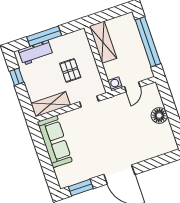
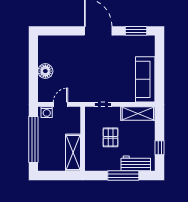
washing machine: (115, 84) -> (47, 112), moved

